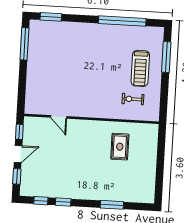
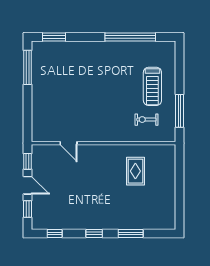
window: (166, 57) -> (179, 111), moved
door: (18, 154) -> (27, 185), hinge flipped
window: (63, 202) -> (94, 234), moved

